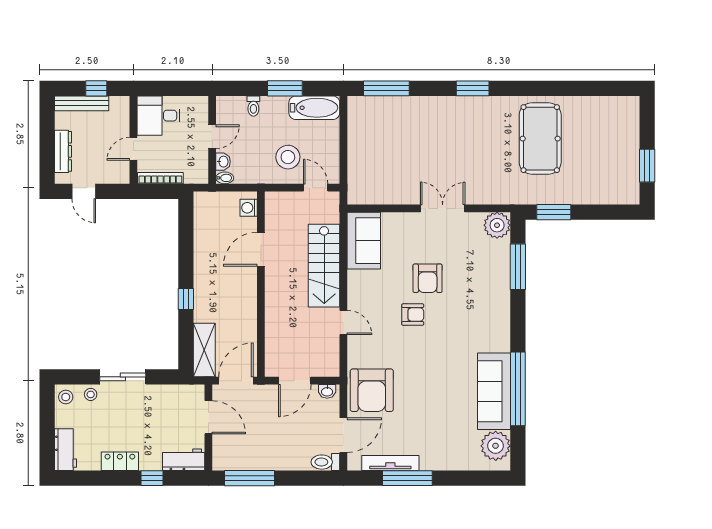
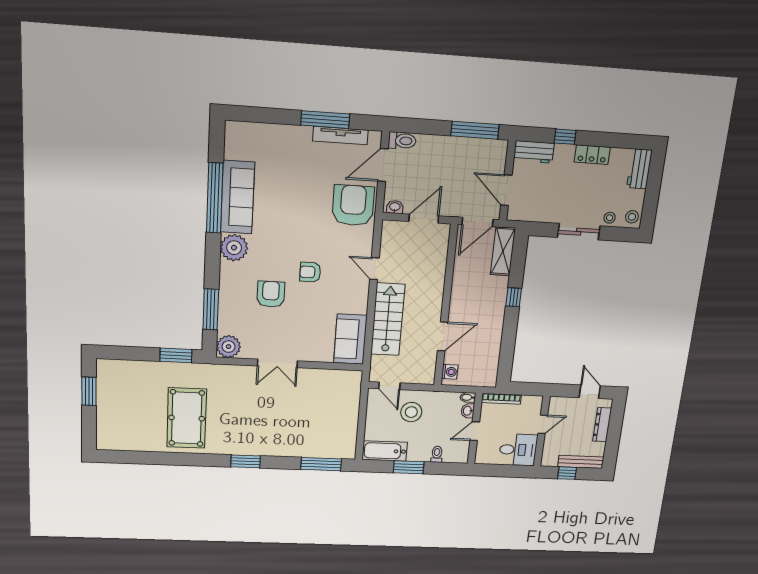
bookcase: (160, 178) -> (501, 399), moved
armchair: (428, 278) -> (271, 294), moved
plant: (496, 446) -> (234, 248), moved

